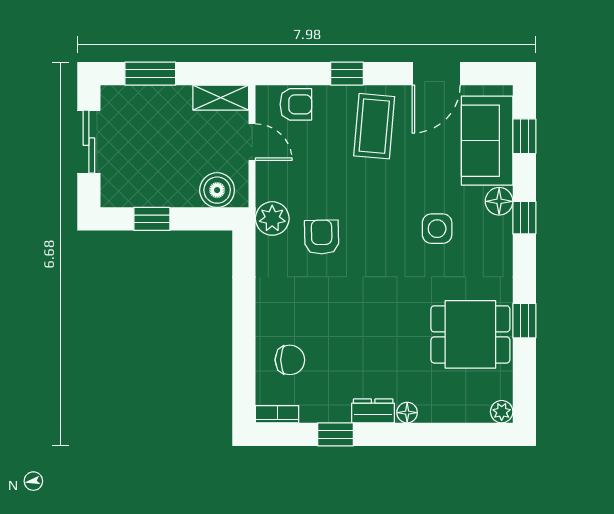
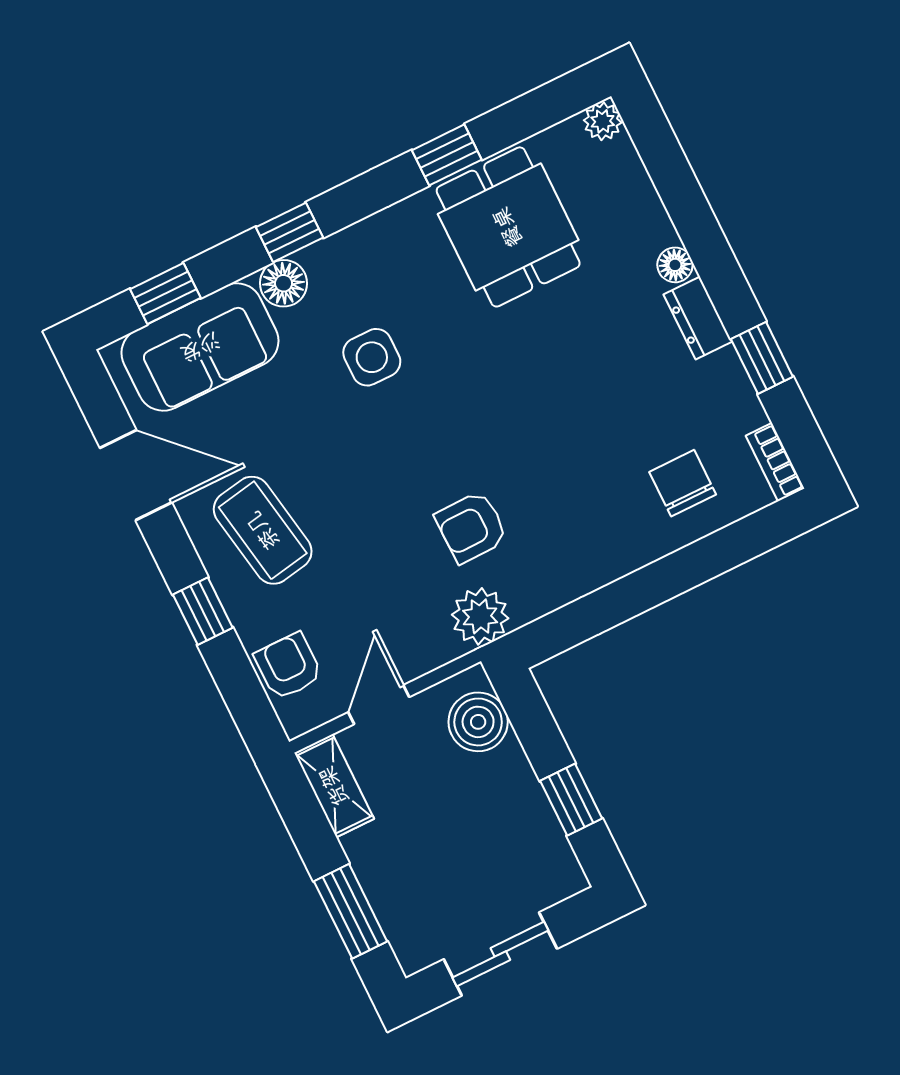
coffee table: (374, 126) -> (263, 530), turned 75

